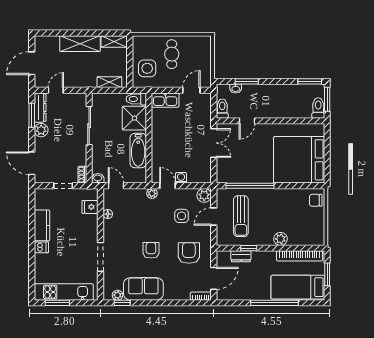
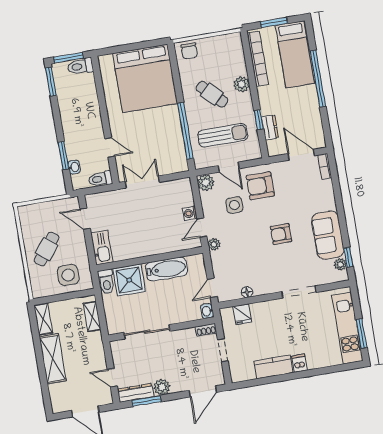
cafe table: (172, 54) -> (47, 249), turned -52
cafe table: (276, 213) -> (212, 94), added
armchair: (189, 253) -> (260, 186), moved

